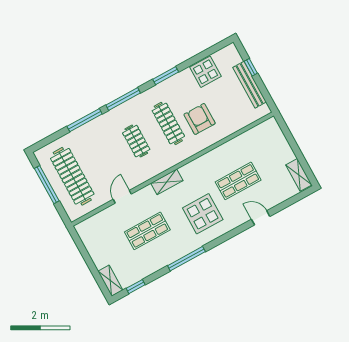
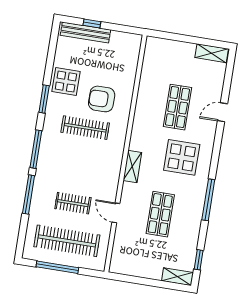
display table: (205, 72) -> (66, 82), moved
bench: (250, 85) -> (85, 32), moved
clothes rail: (136, 141) -> (73, 203), moved

